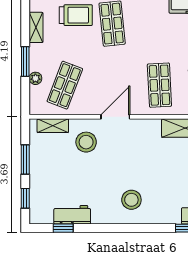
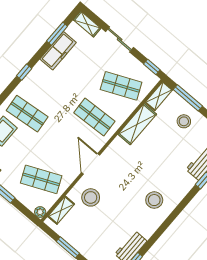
plant: (35, 78) -> (40, 212), moved
shop shelf: (65, 85) -> (41, 179), turned -45

